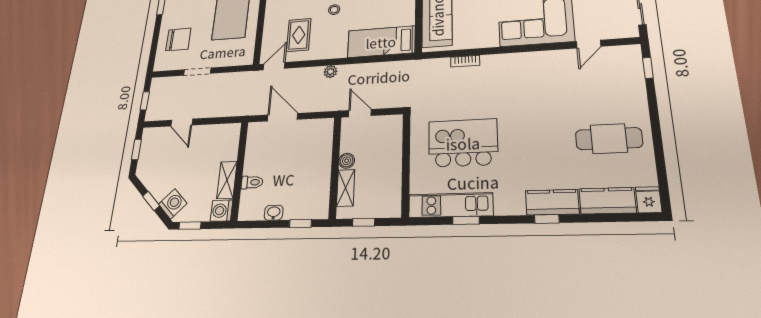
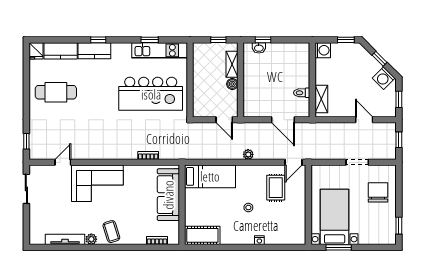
chair: (178, 39) -> (378, 192), turned 90
kitchen island: (463, 143) -> (151, 94), width x1.37
shelving: (227, 180) -> (321, 99), moved
toilet: (252, 182) -> (302, 93), moved
washing machine: (173, 204) -> (384, 78), moved
washbasin: (274, 213) -> (259, 48), moved

